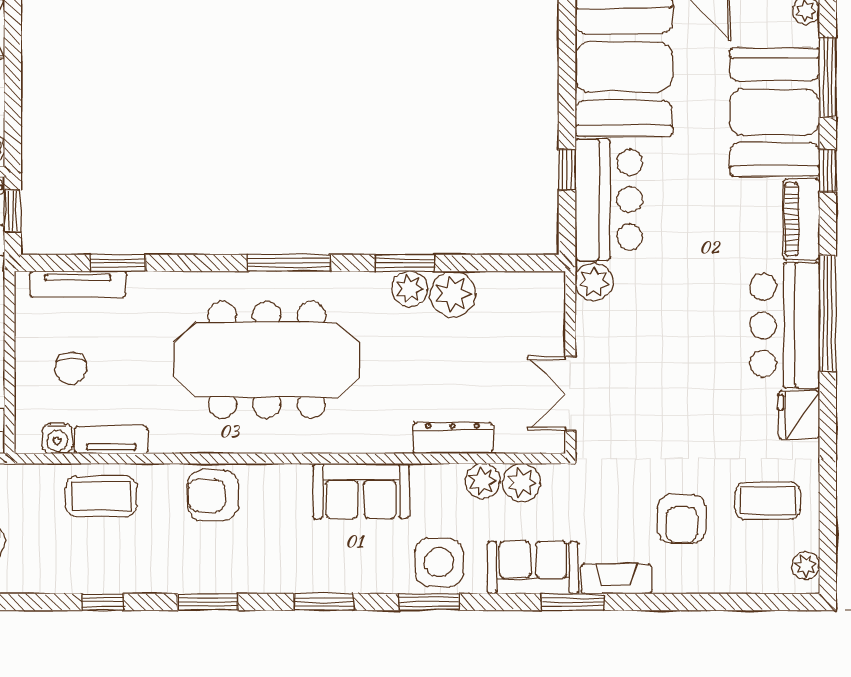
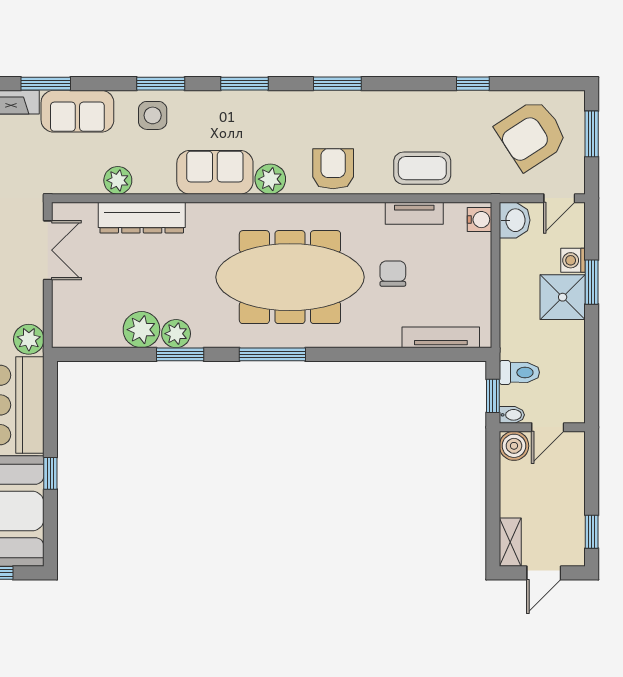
window: (567, 170) -> (50, 473), moved
window: (118, 263) -> (409, 354), removed
chair: (71, 368) -> (393, 274), moved
dresser: (453, 438) -> (142, 218), width x1.37, depth x1.24
water cooler: (57, 439) -> (479, 220), moved, turned 90
plant: (522, 483) -> (270, 179), moved
armchair: (213, 495) -> (333, 169), turned -90
side table: (439, 562) -> (153, 115), width x0.73, depth x0.73
window: (103, 602) -> (473, 84), moved

